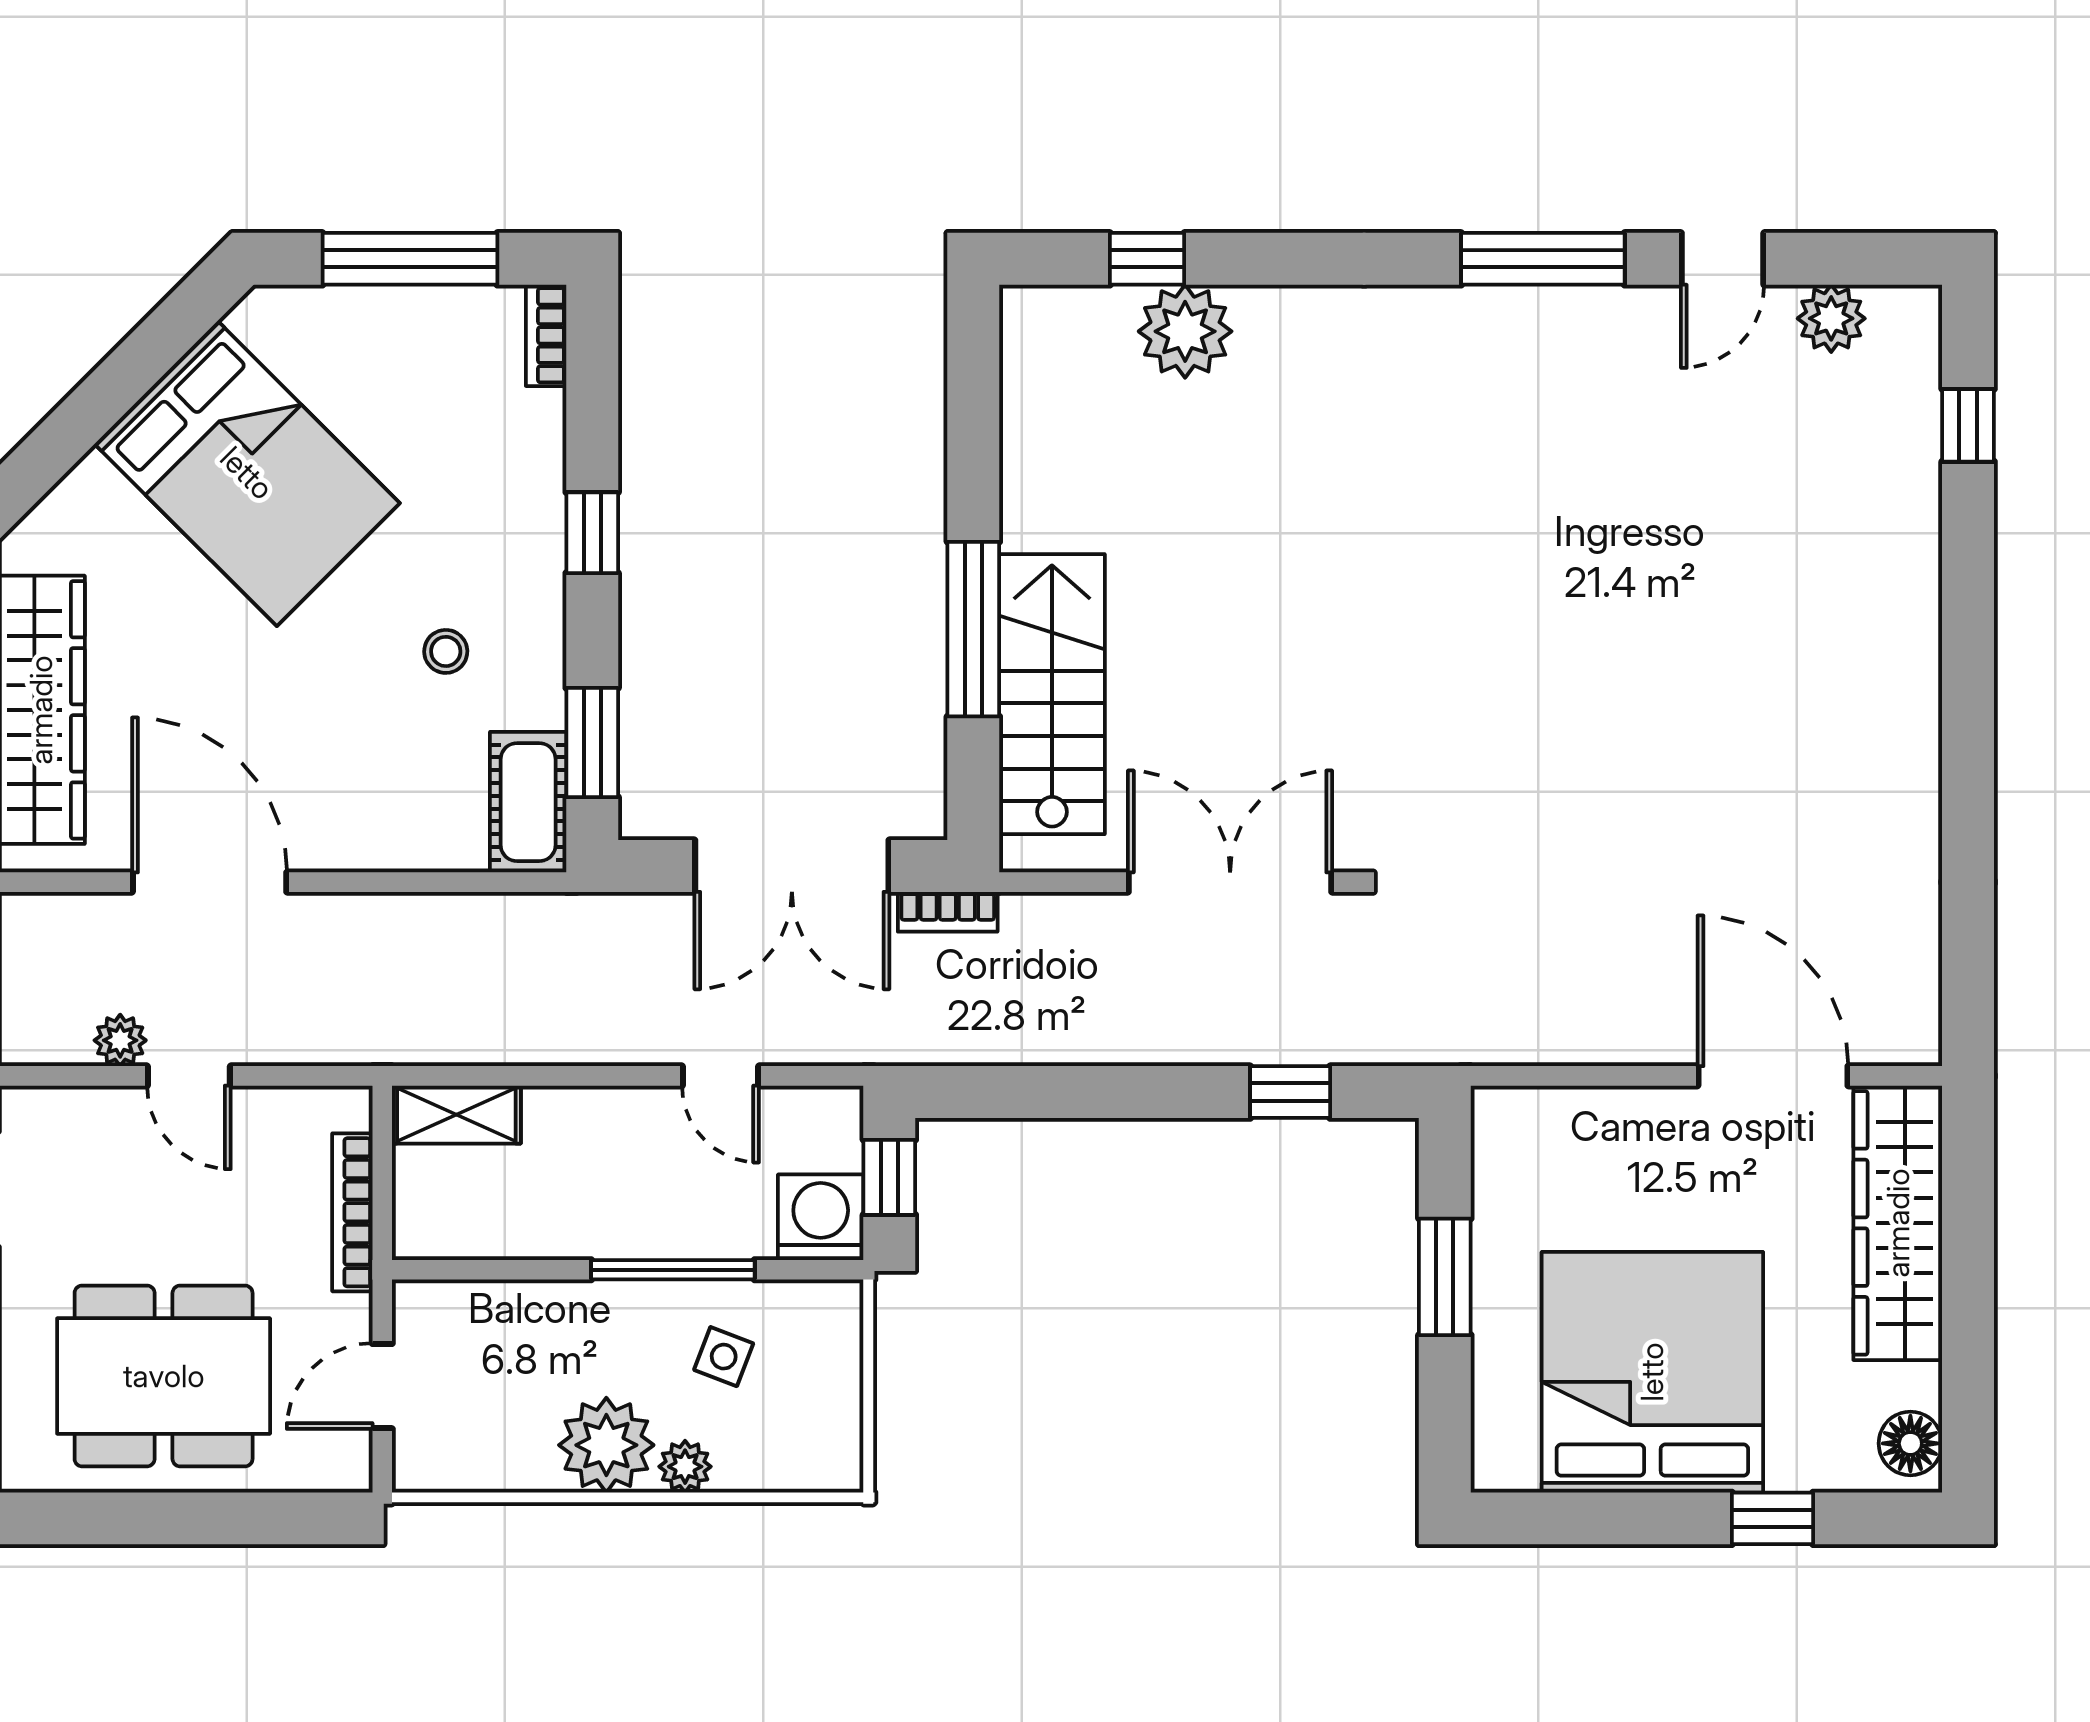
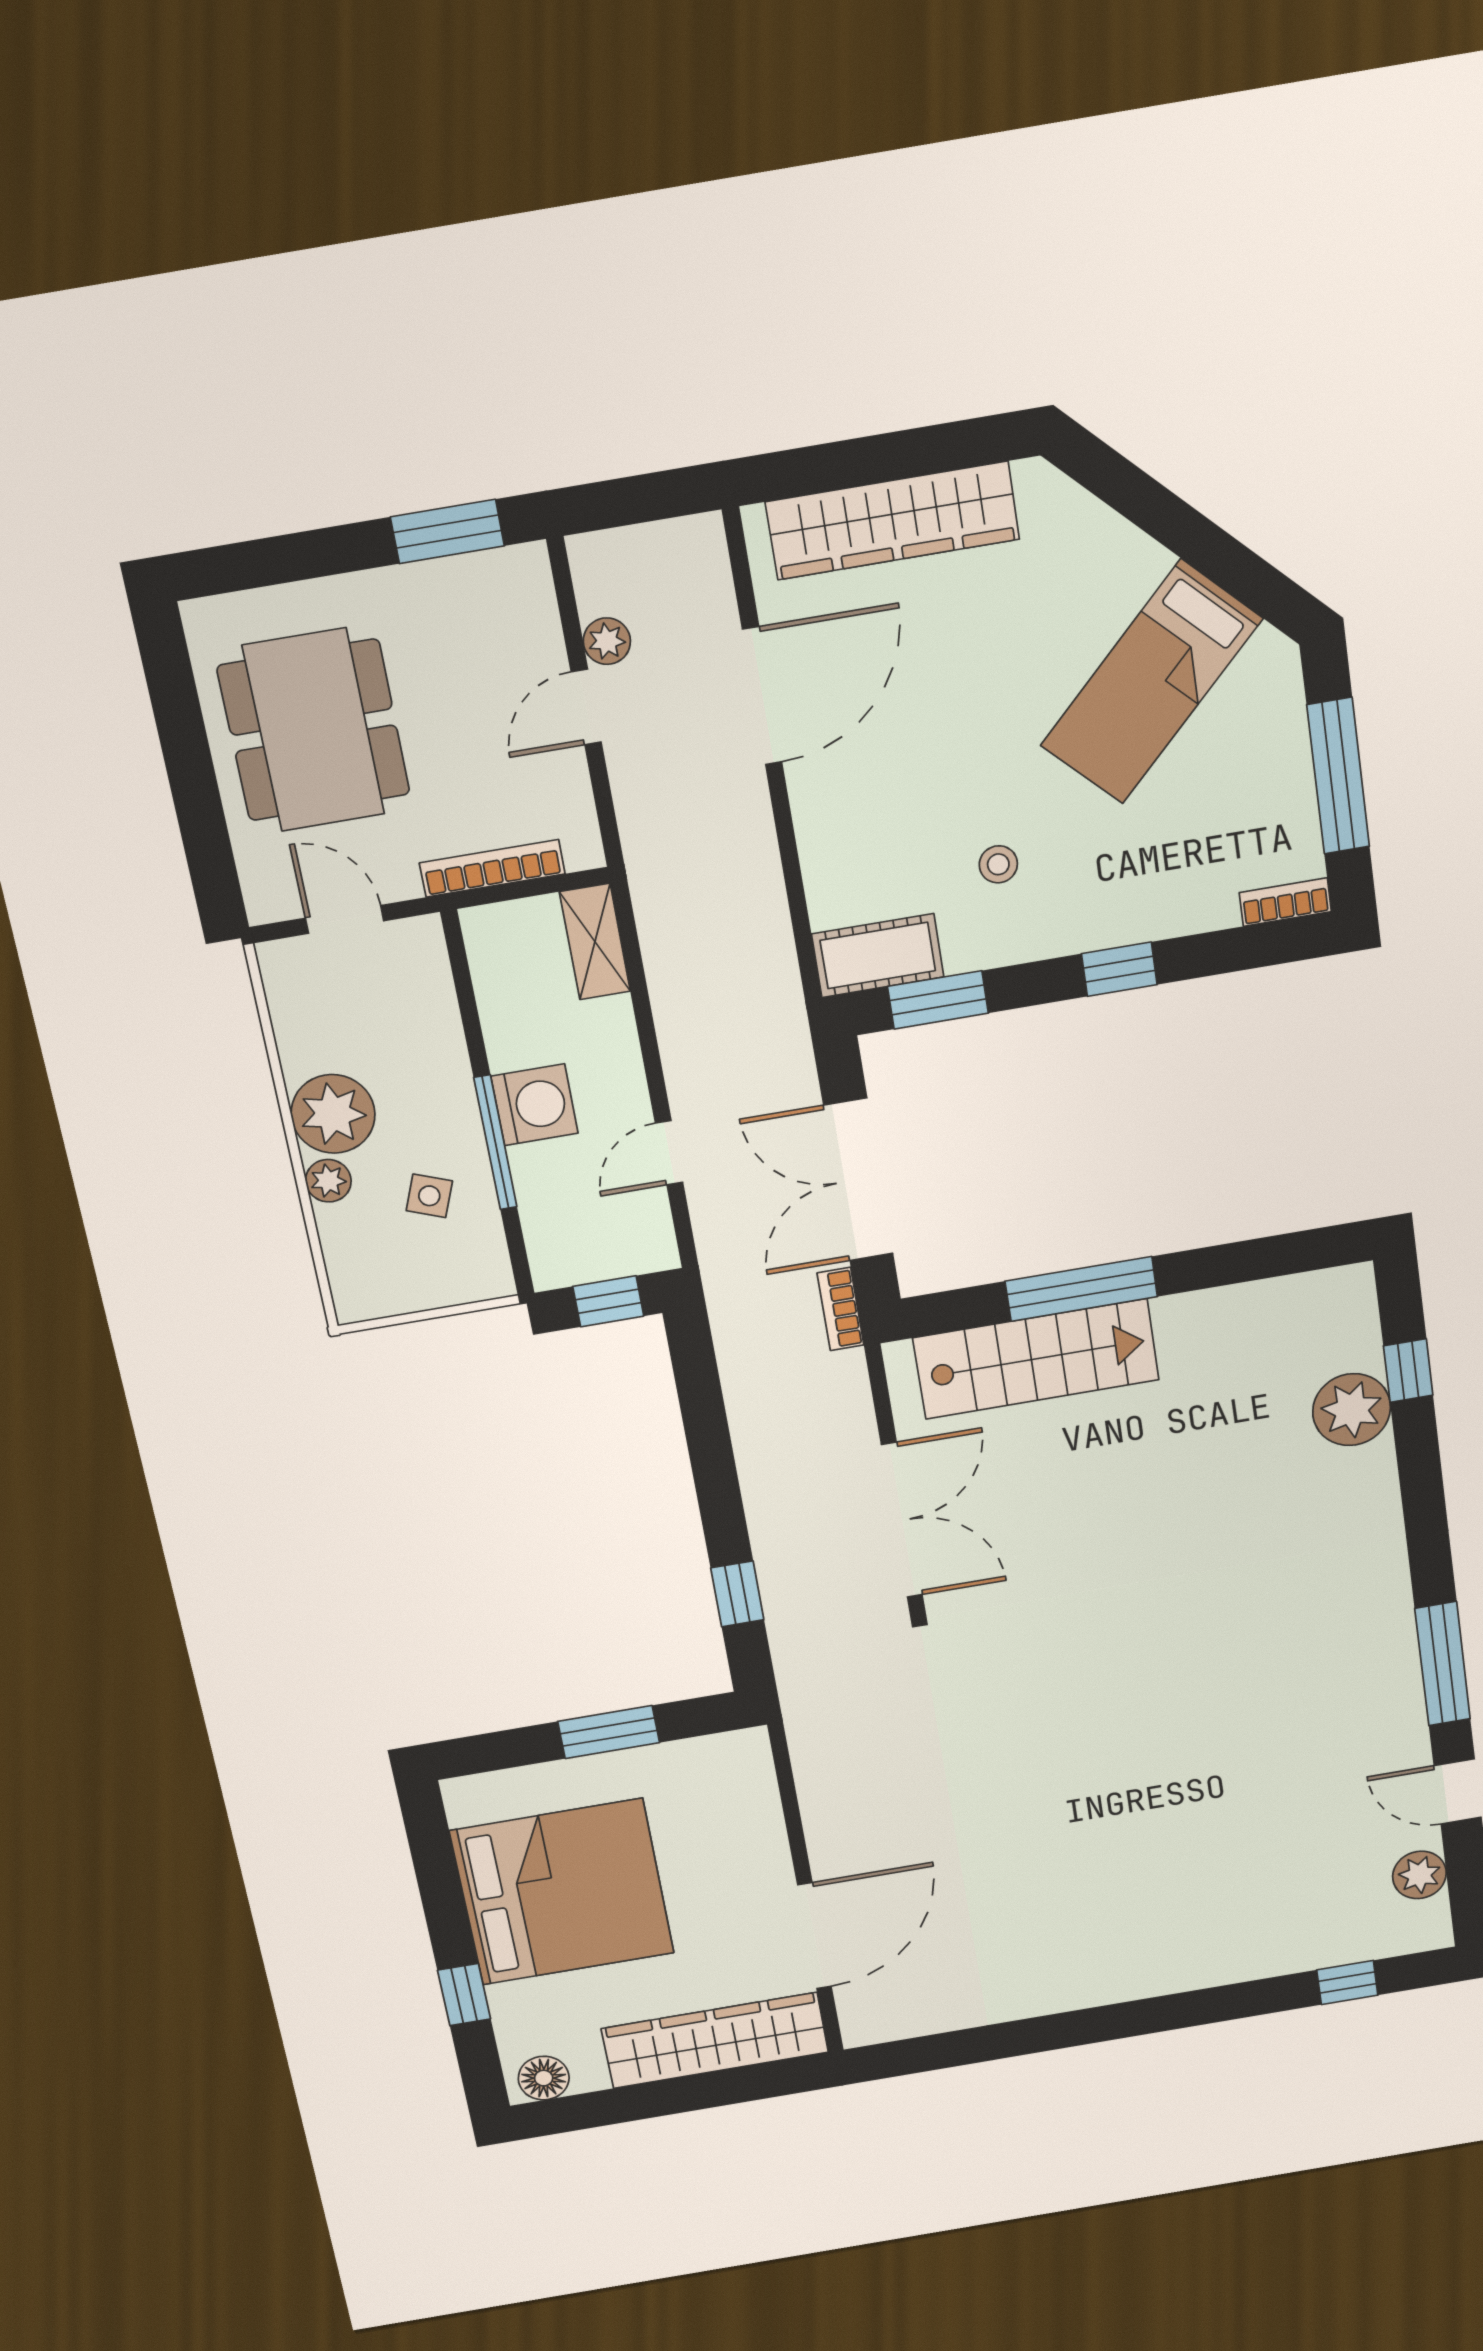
bed: (247, 473) -> (1152, 682), width x0.67
washing machine: (821, 1217) -> (535, 1105), moved

